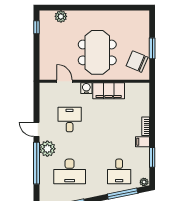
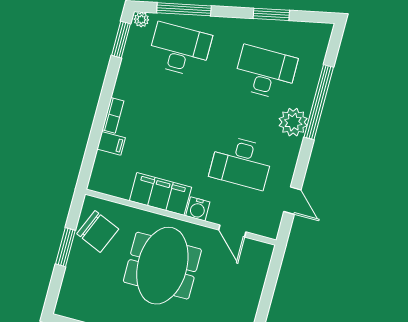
desk: (70, 119) -> (241, 162), width x1.37
door: (37, 129) -> (292, 201), moved
filing cabinet: (142, 142) -> (111, 143), moved
window: (152, 157) -> (121, 40), moved
desk: (119, 171) -> (180, 50), width x1.37

